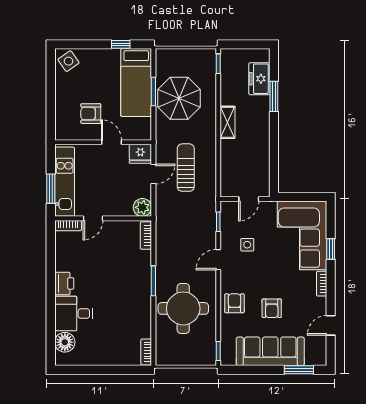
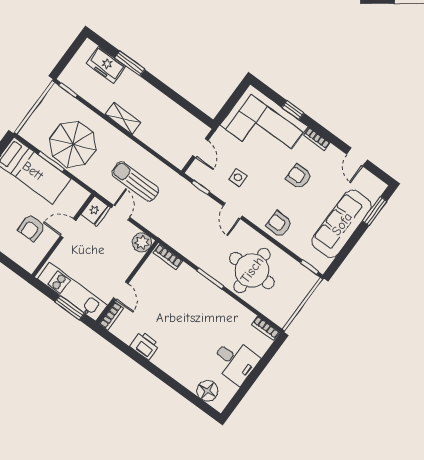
printer: (64, 283) -> (145, 345), moved
armchair: (272, 308) -> (299, 177), moved, turned 180
desk: (74, 314) -> (235, 361), moved, turned -90

